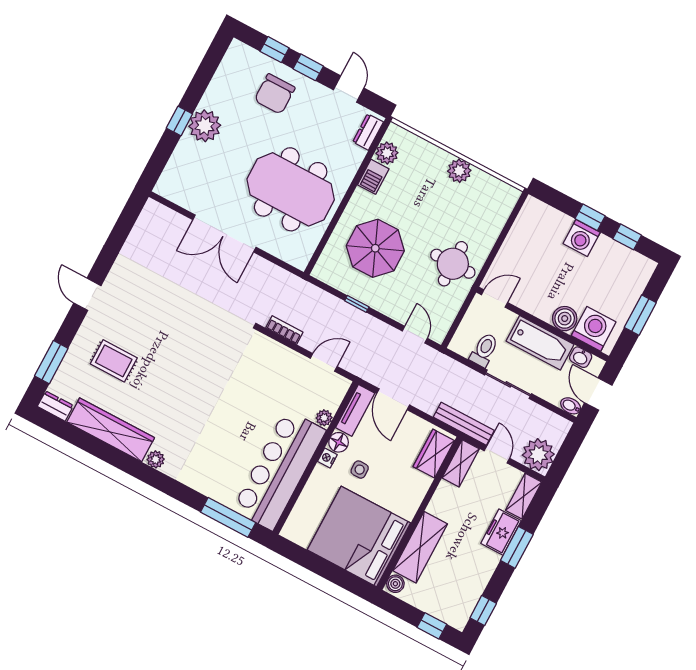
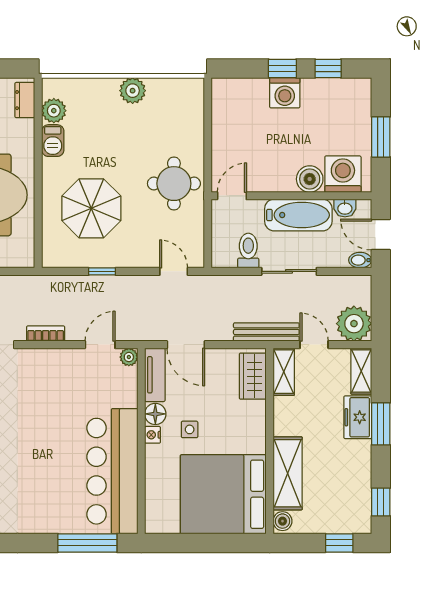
plant: (324, 418) -> (129, 357), moved

